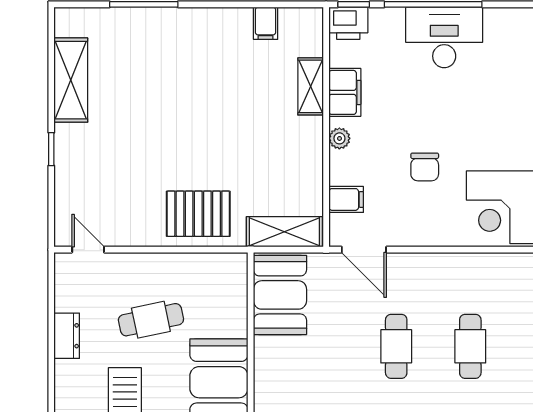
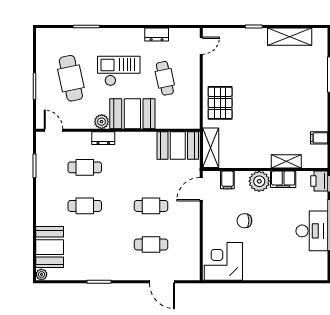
plant: (339, 138) -> (259, 181), width x1.88, depth x1.88

